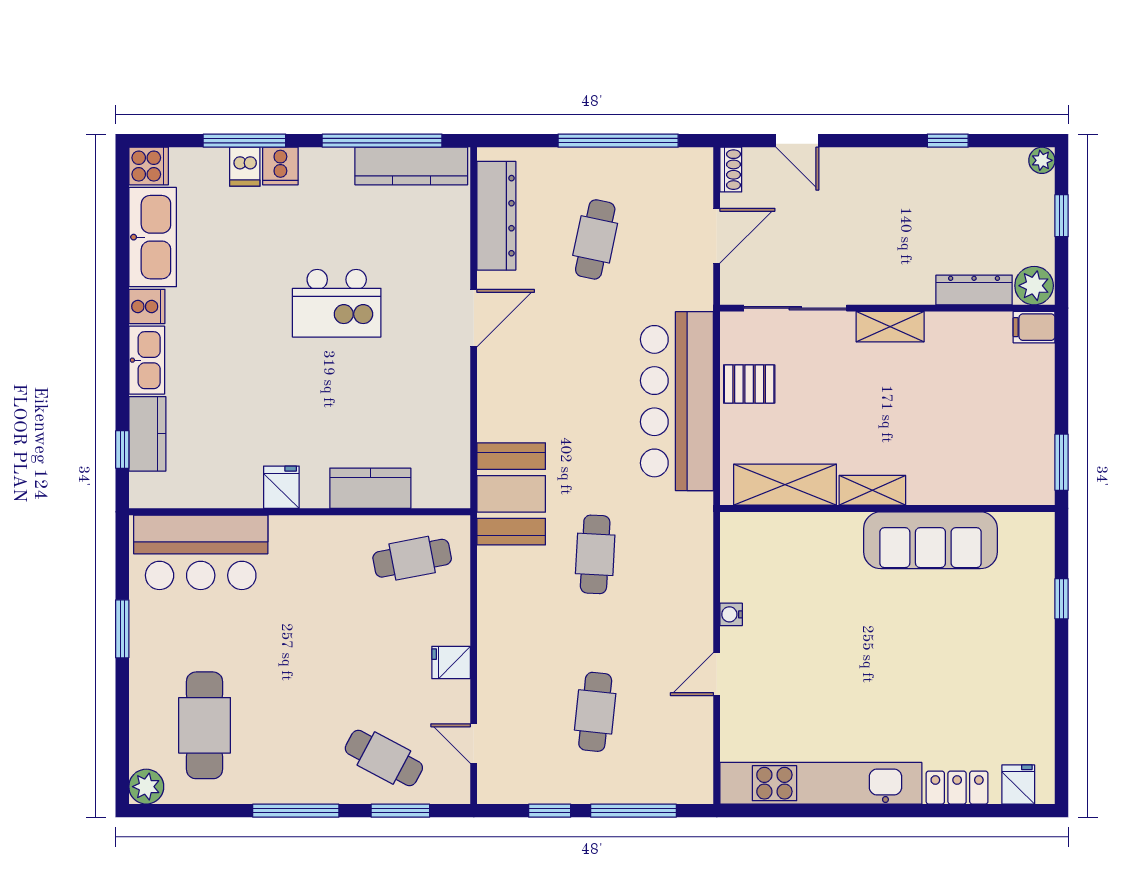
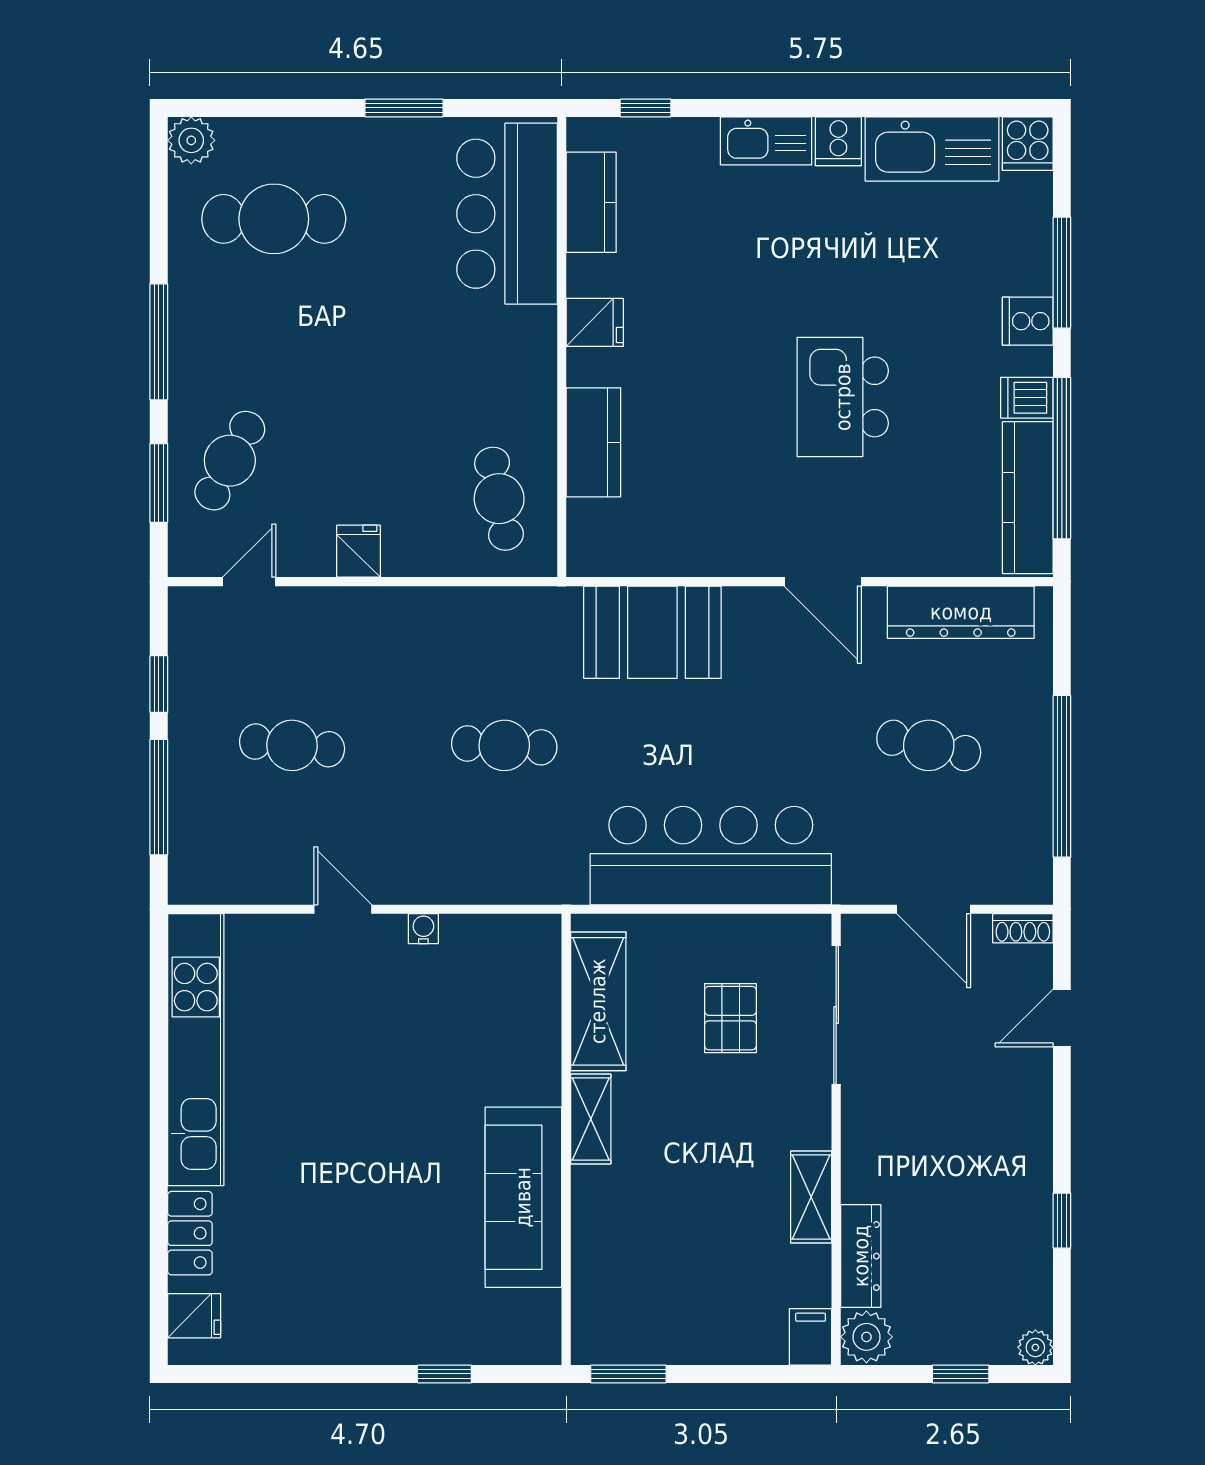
dishwasher: (245, 167) -> (1027, 398), moved
shelving: (890, 327) -> (811, 1197), moved
pallet: (749, 384) -> (730, 1018), moved
kitchen counter: (147, 434) -> (591, 202), moved, turned -90
booth: (511, 494) -> (652, 632), moved

